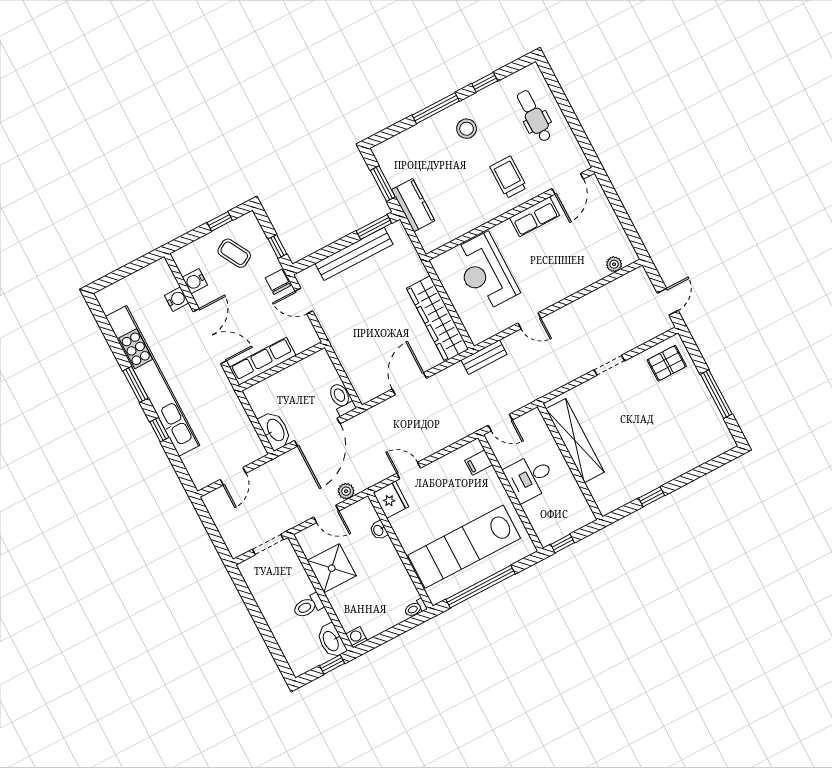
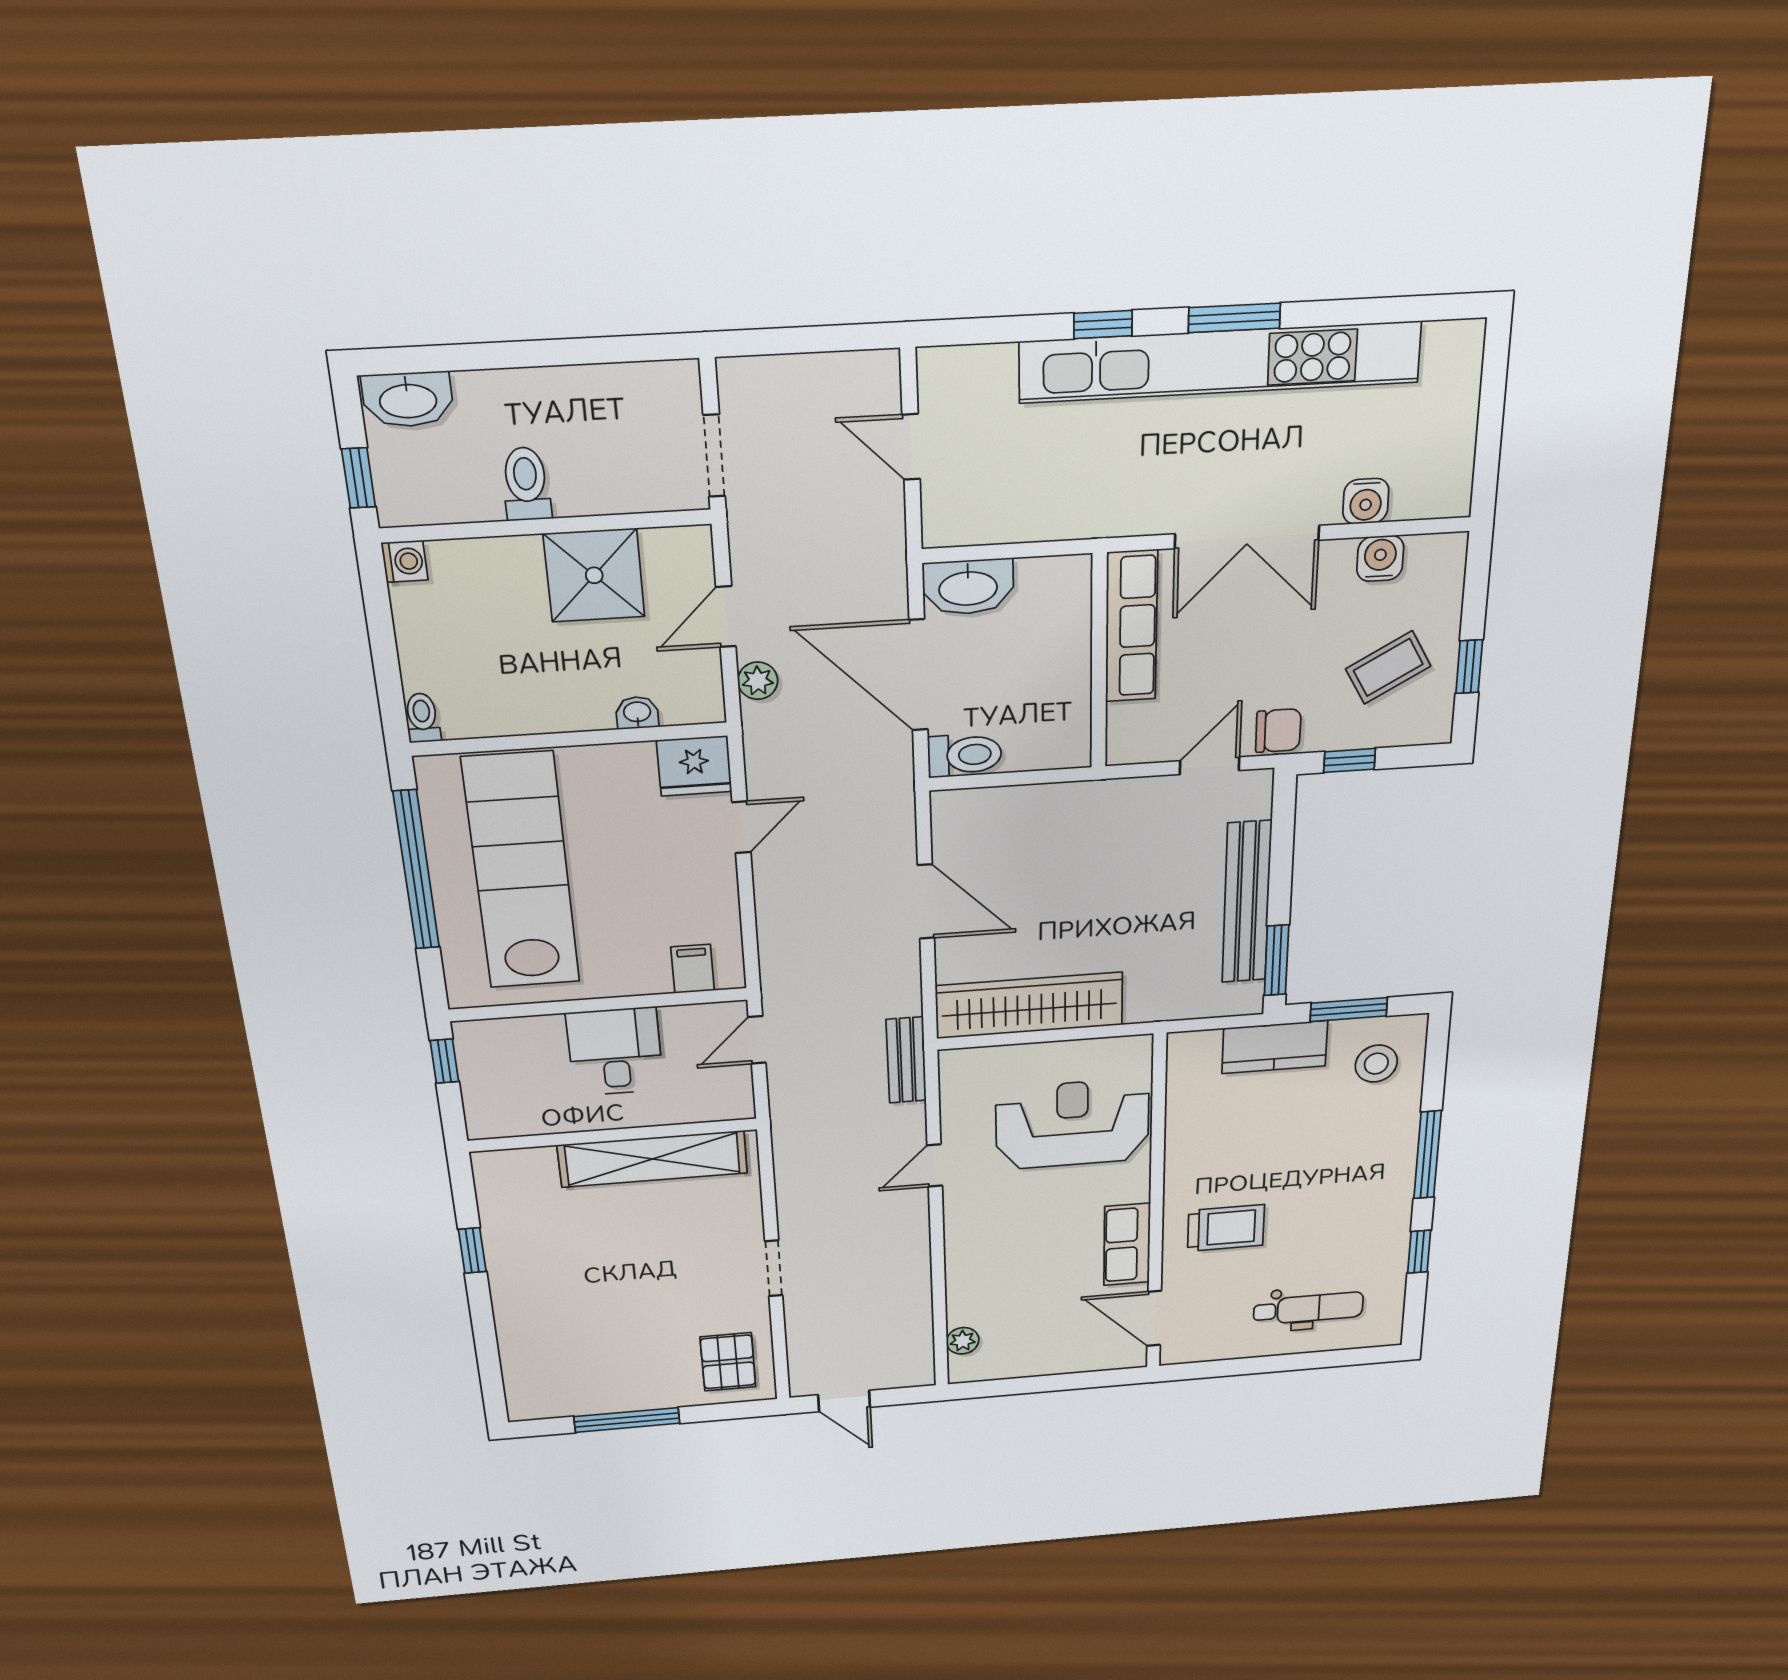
stool: (467, 129) -> (1376, 1064), moved
washbasin: (331, 641) -> (408, 400), moved, turned 180

